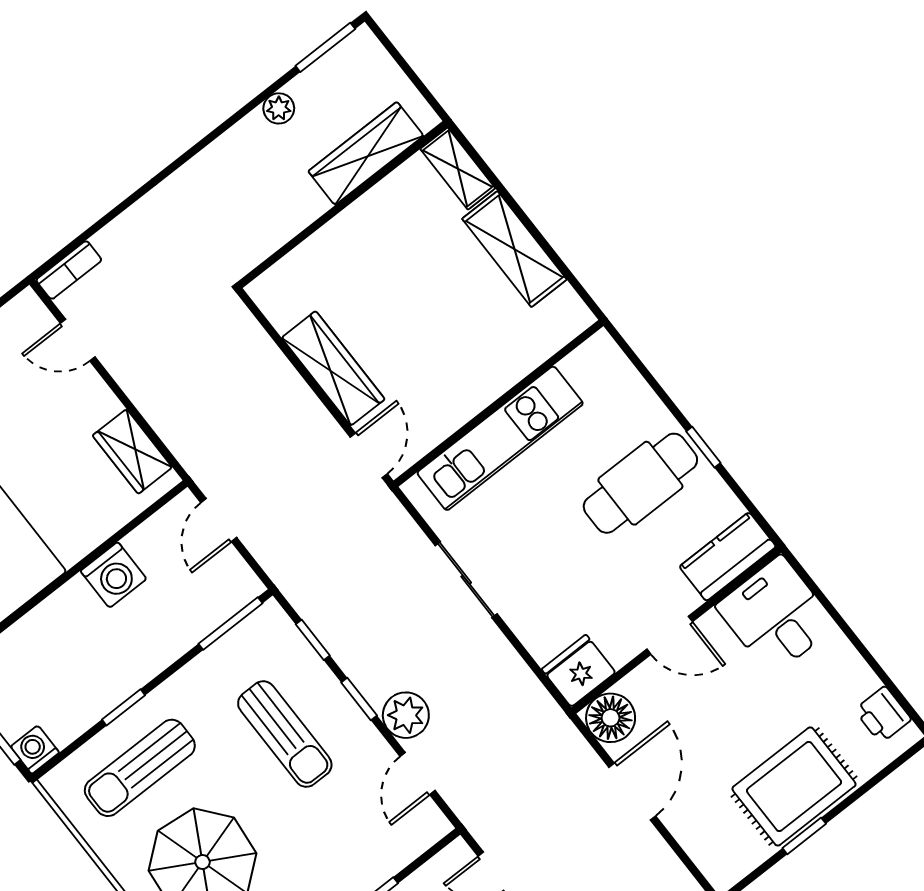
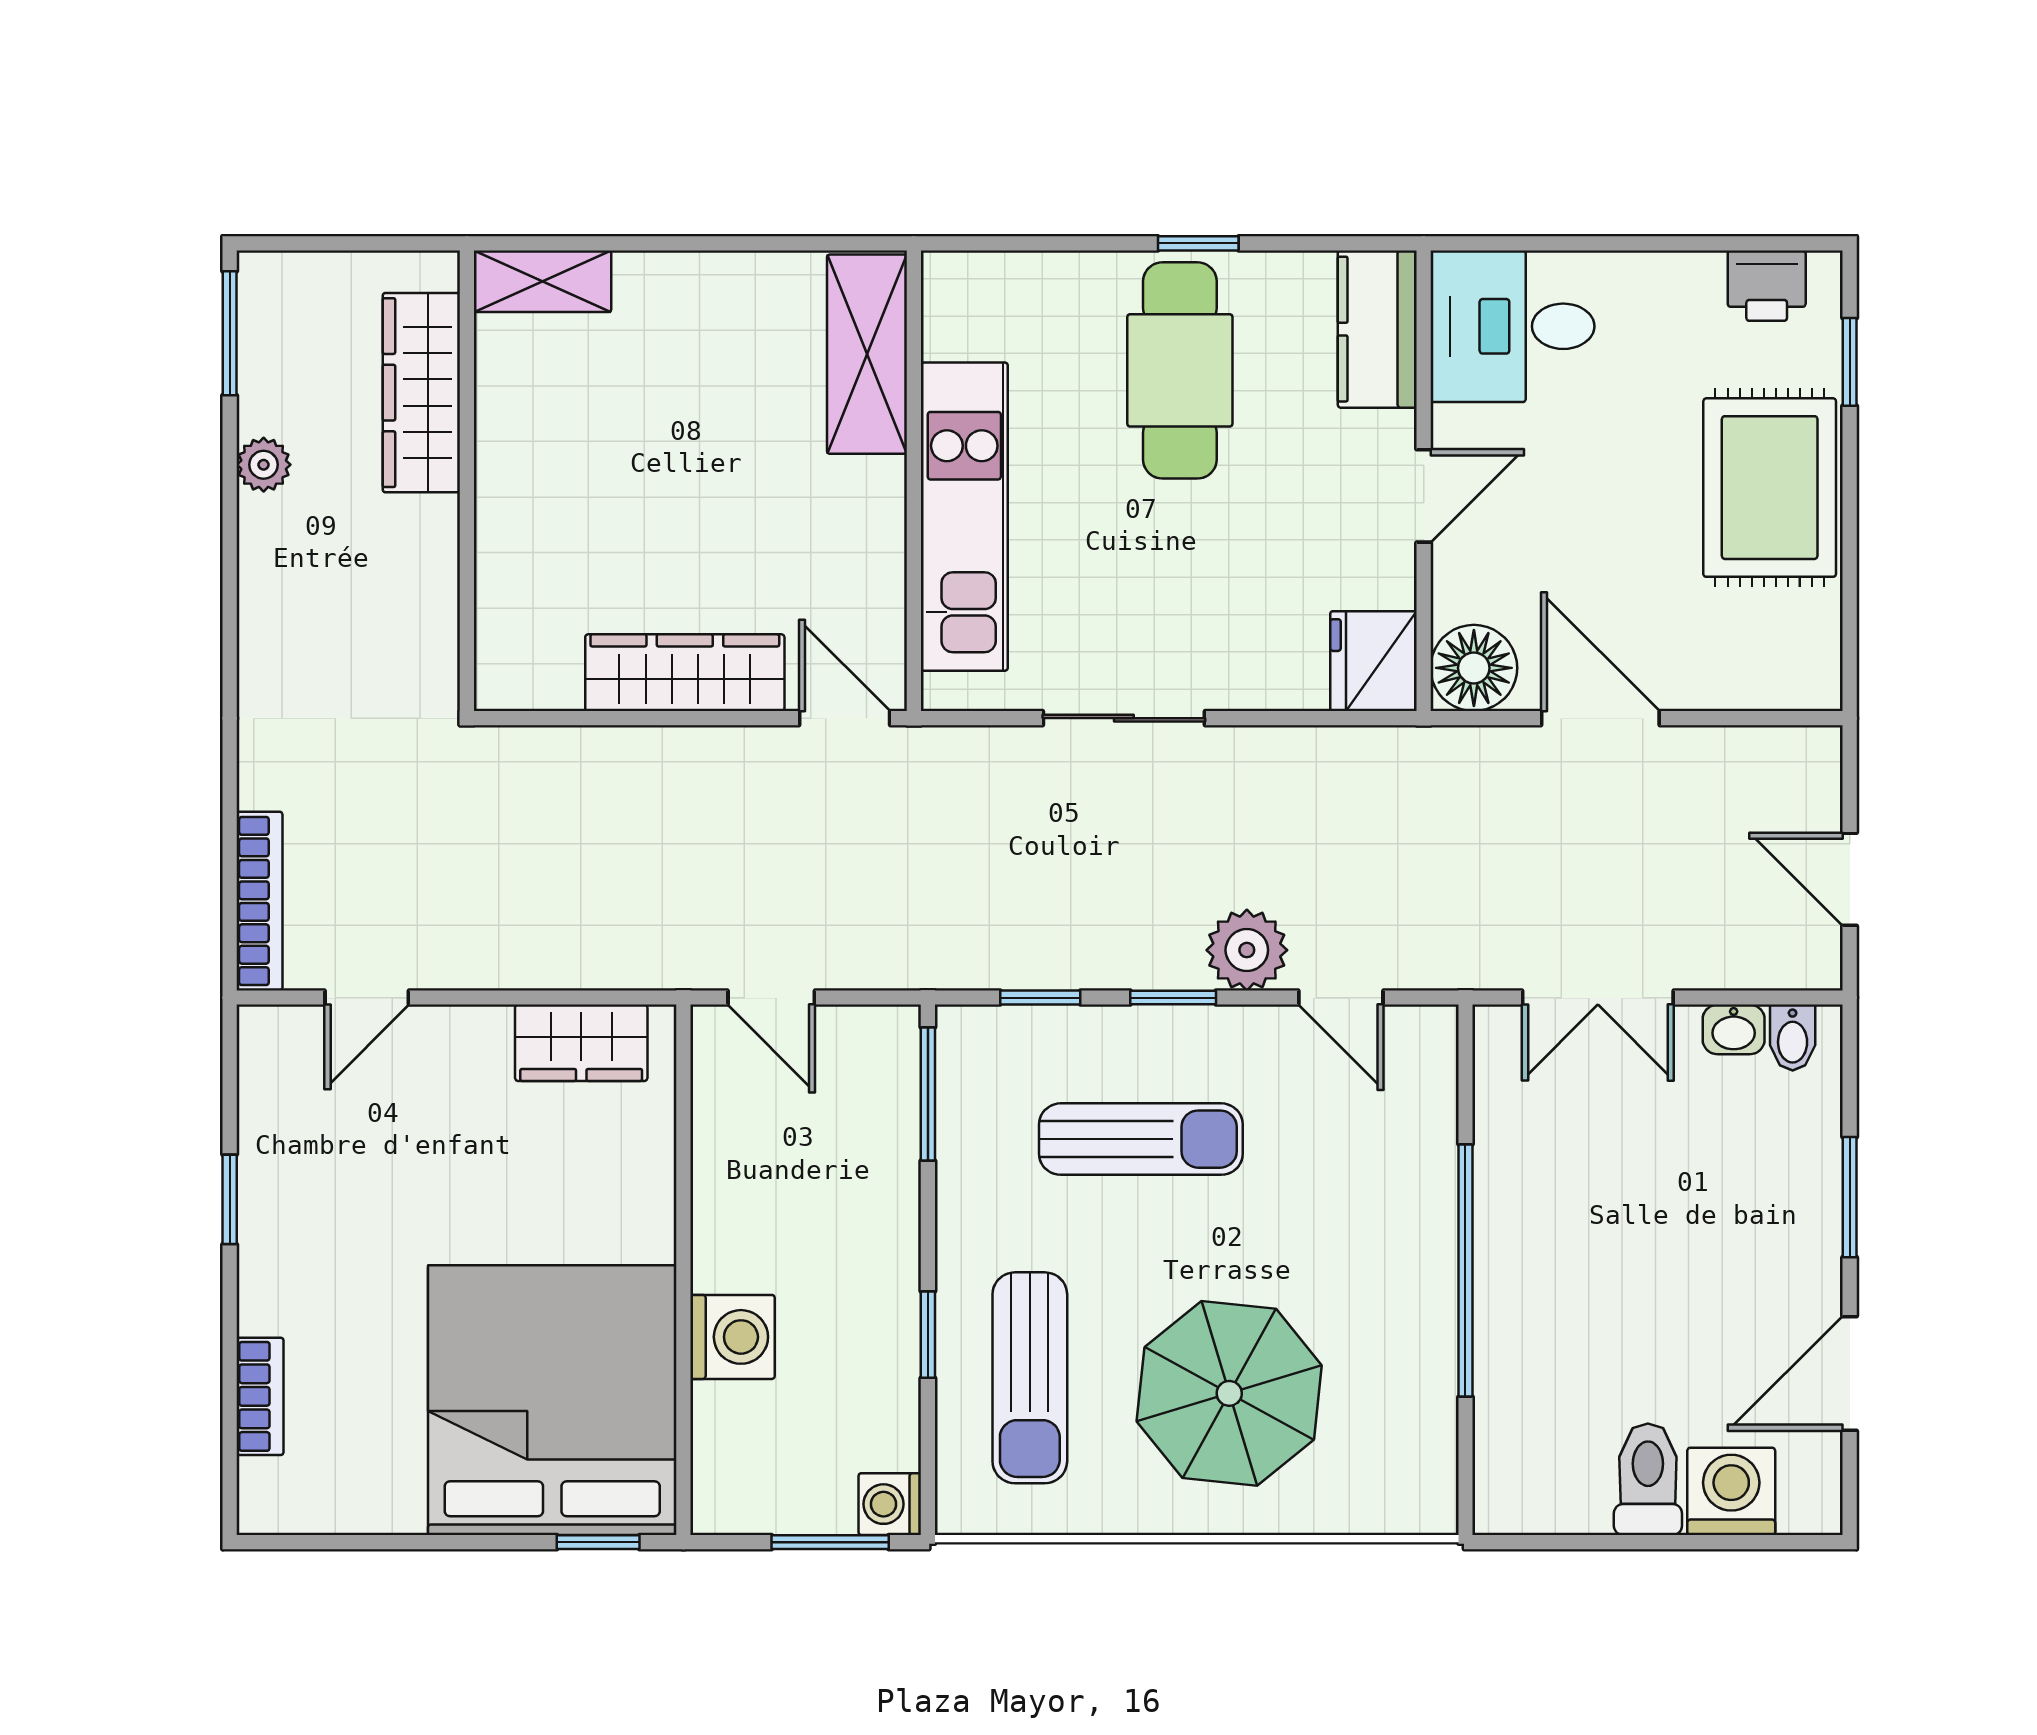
shelving: (514, 249) -> (867, 354), moved, turned 90
bookcase: (69, 270) -> (259, 901), width x1.56
washing machine: (114, 575) -> (733, 1337), moved
window: (804, 836) -> (1850, 362), moved

